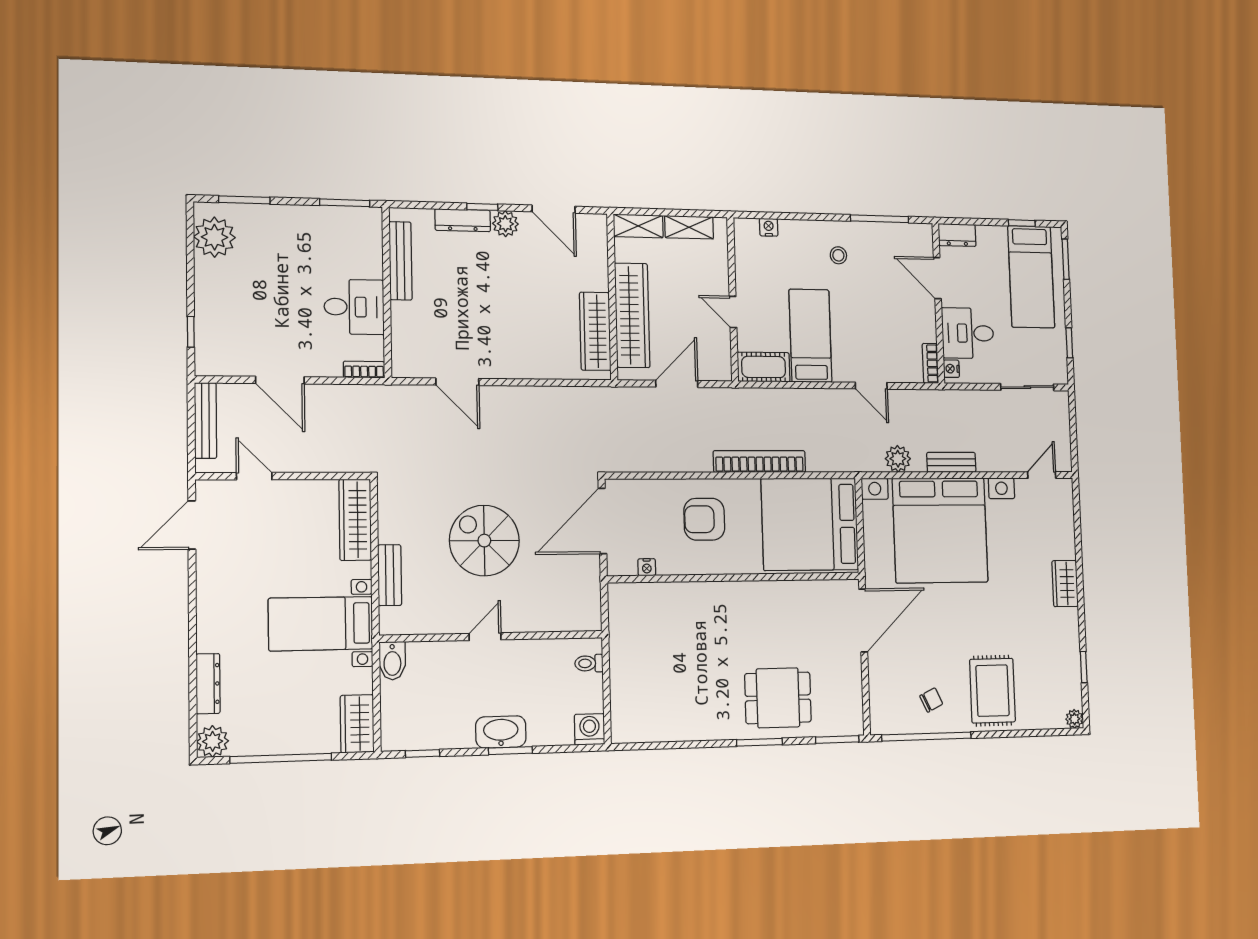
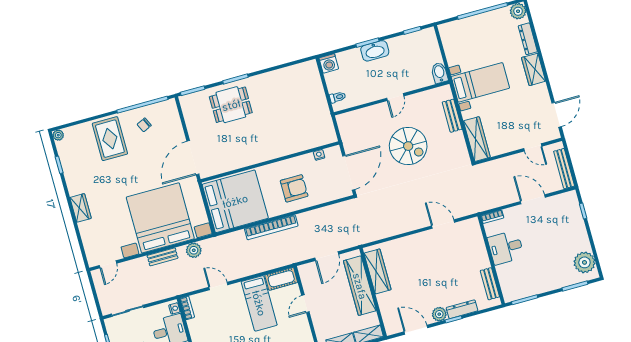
bench: (401, 261) -> (490, 284), width x0.73
door: (733, 312) -> (305, 304), swing flipped
wardrobe: (357, 724) -> (534, 69), moved, turned 180

